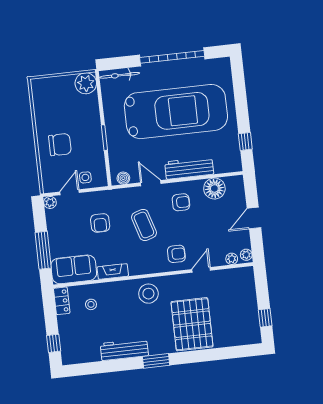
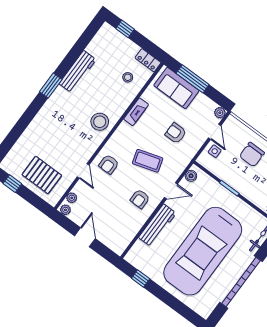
floor lamp: (214, 188) -> (129, 229), removed
sofa: (74, 269) -> (176, 88), moved, turned 90
pallet: (192, 324) -> (42, 175), moved, width x0.73, depth x0.71

